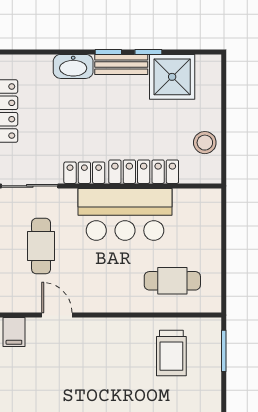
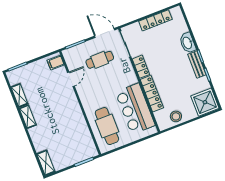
shower: (172, 77) -> (205, 102), moved
bar counter: (125, 214) -> (135, 109), moved
cafe table: (172, 281) -> (107, 126), width x1.37, depth x1.35
trolley: (171, 353) -> (74, 138), removed

